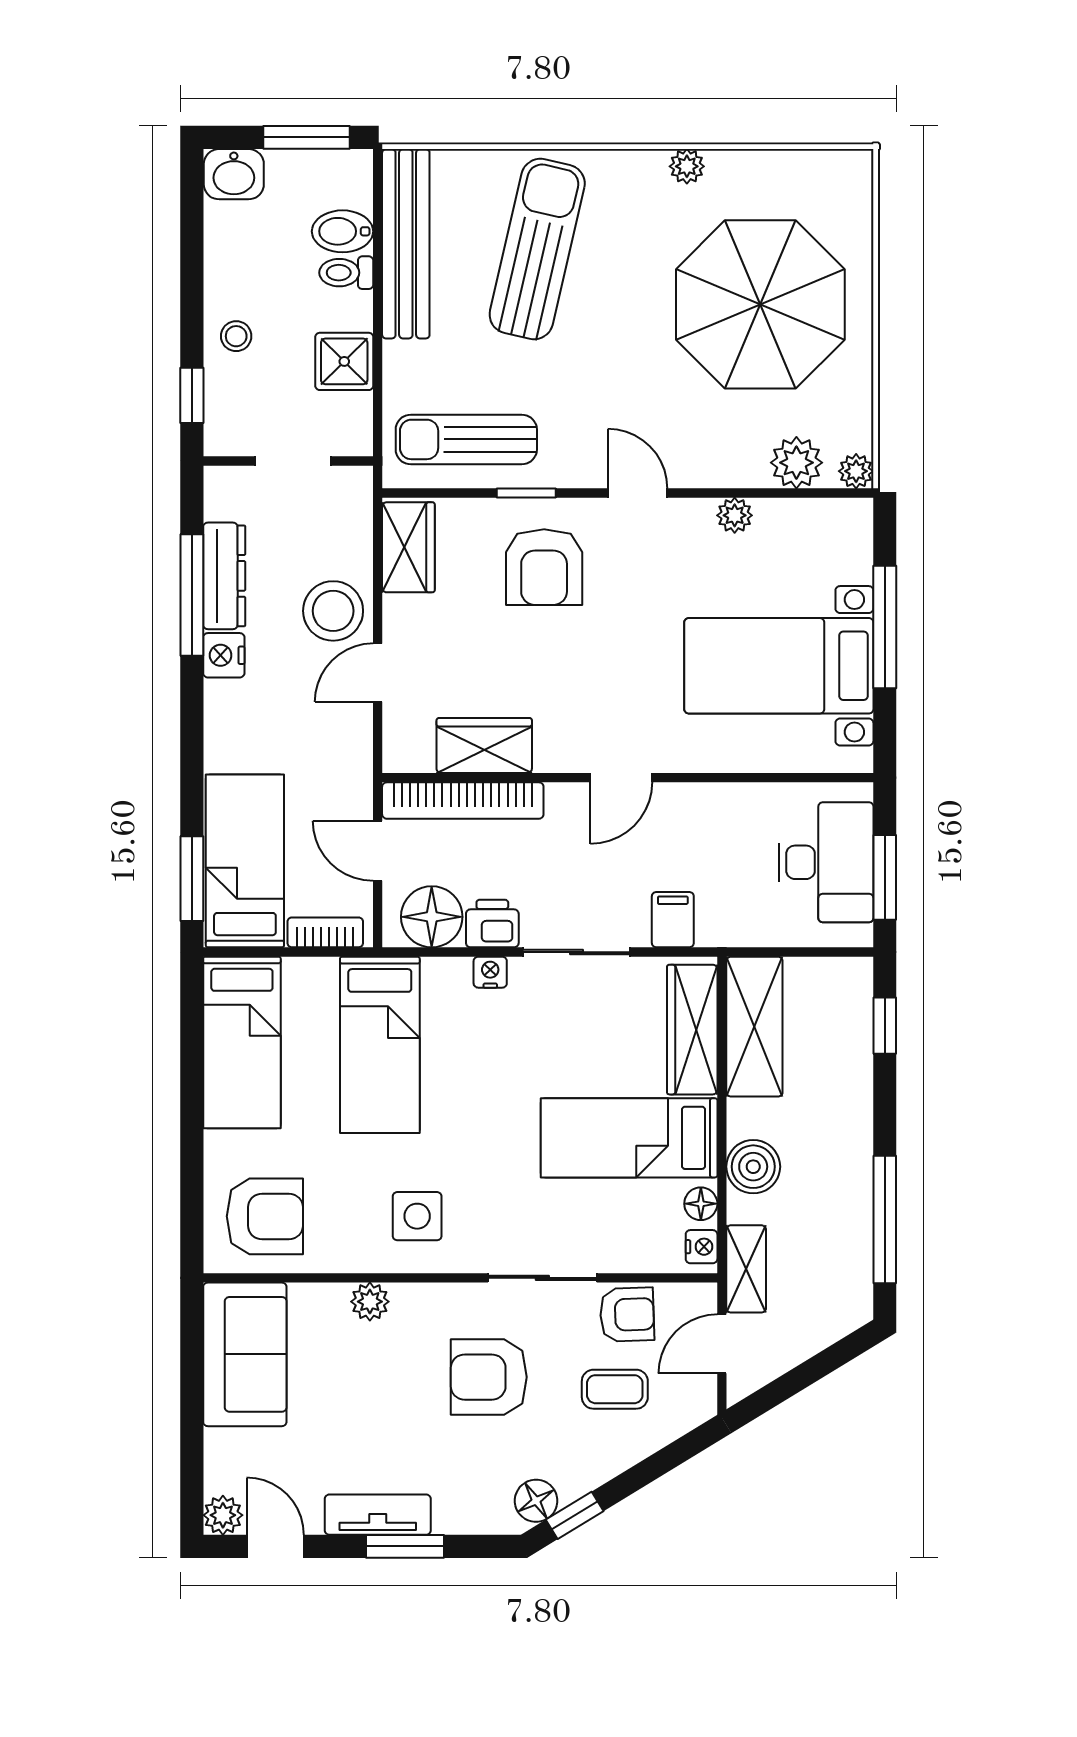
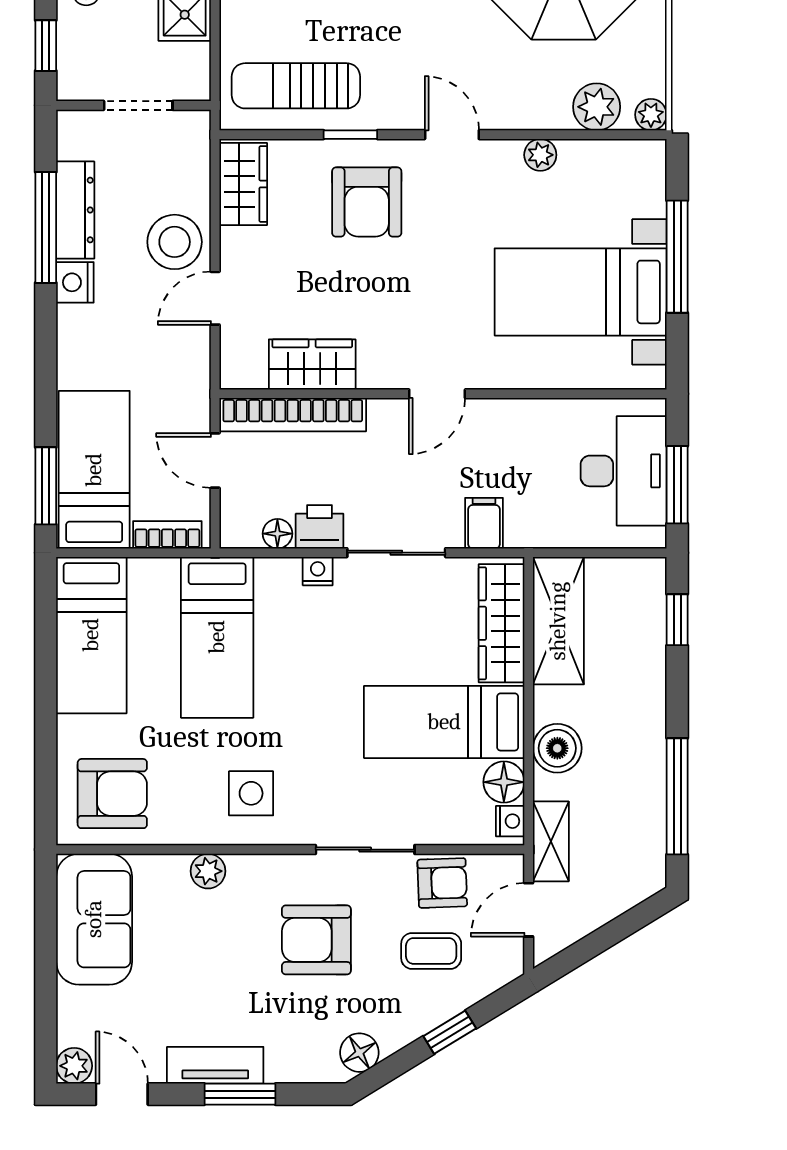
floor lamp: (432, 917) -> (277, 534), width x0.53, depth x0.53
floor lamp: (701, 1204) -> (504, 782), width x1.37, depth x1.37
window: (575, 1515) -> (450, 1032), moved

